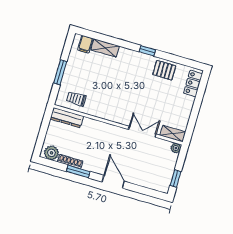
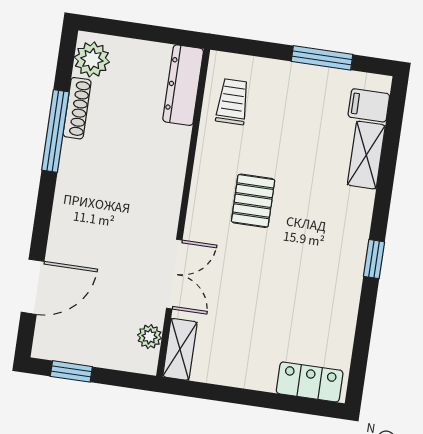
pallet: (164, 70) -> (253, 201), moved
window: (60, 72) -> (322, 58), moved
plant: (176, 148) -> (150, 337), moved
window: (78, 171) -> (55, 131), width x1.44
door: (113, 182) -> (33, 287), moved

